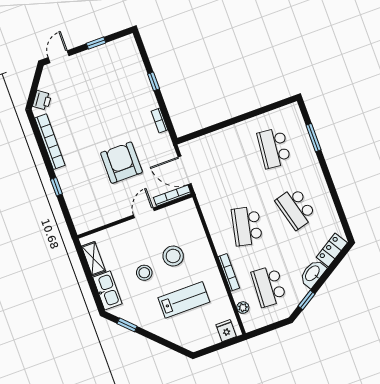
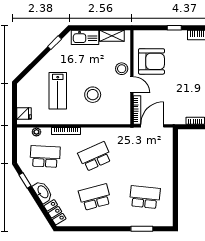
armchair: (121, 163) -> (151, 61), moved
school desk: (247, 226) -> (95, 157), turned -36
stool: (144, 273) -> (122, 69), moved

